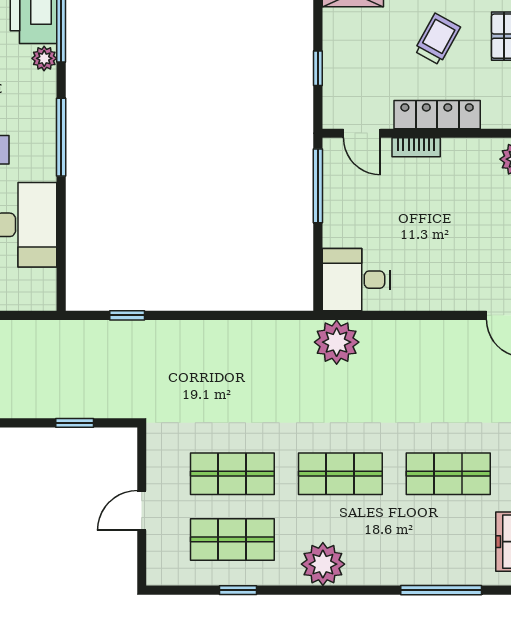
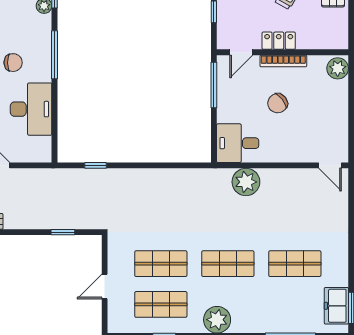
locker: (437, 115) -> (279, 41), width x0.66
door: (362, 133) -> (241, 52), hinge flipped
bookcase: (416, 147) -> (283, 61), width x1.56
chair: (420, 215) -> (278, 103), added
plant: (337, 342) -> (246, 182), moved

